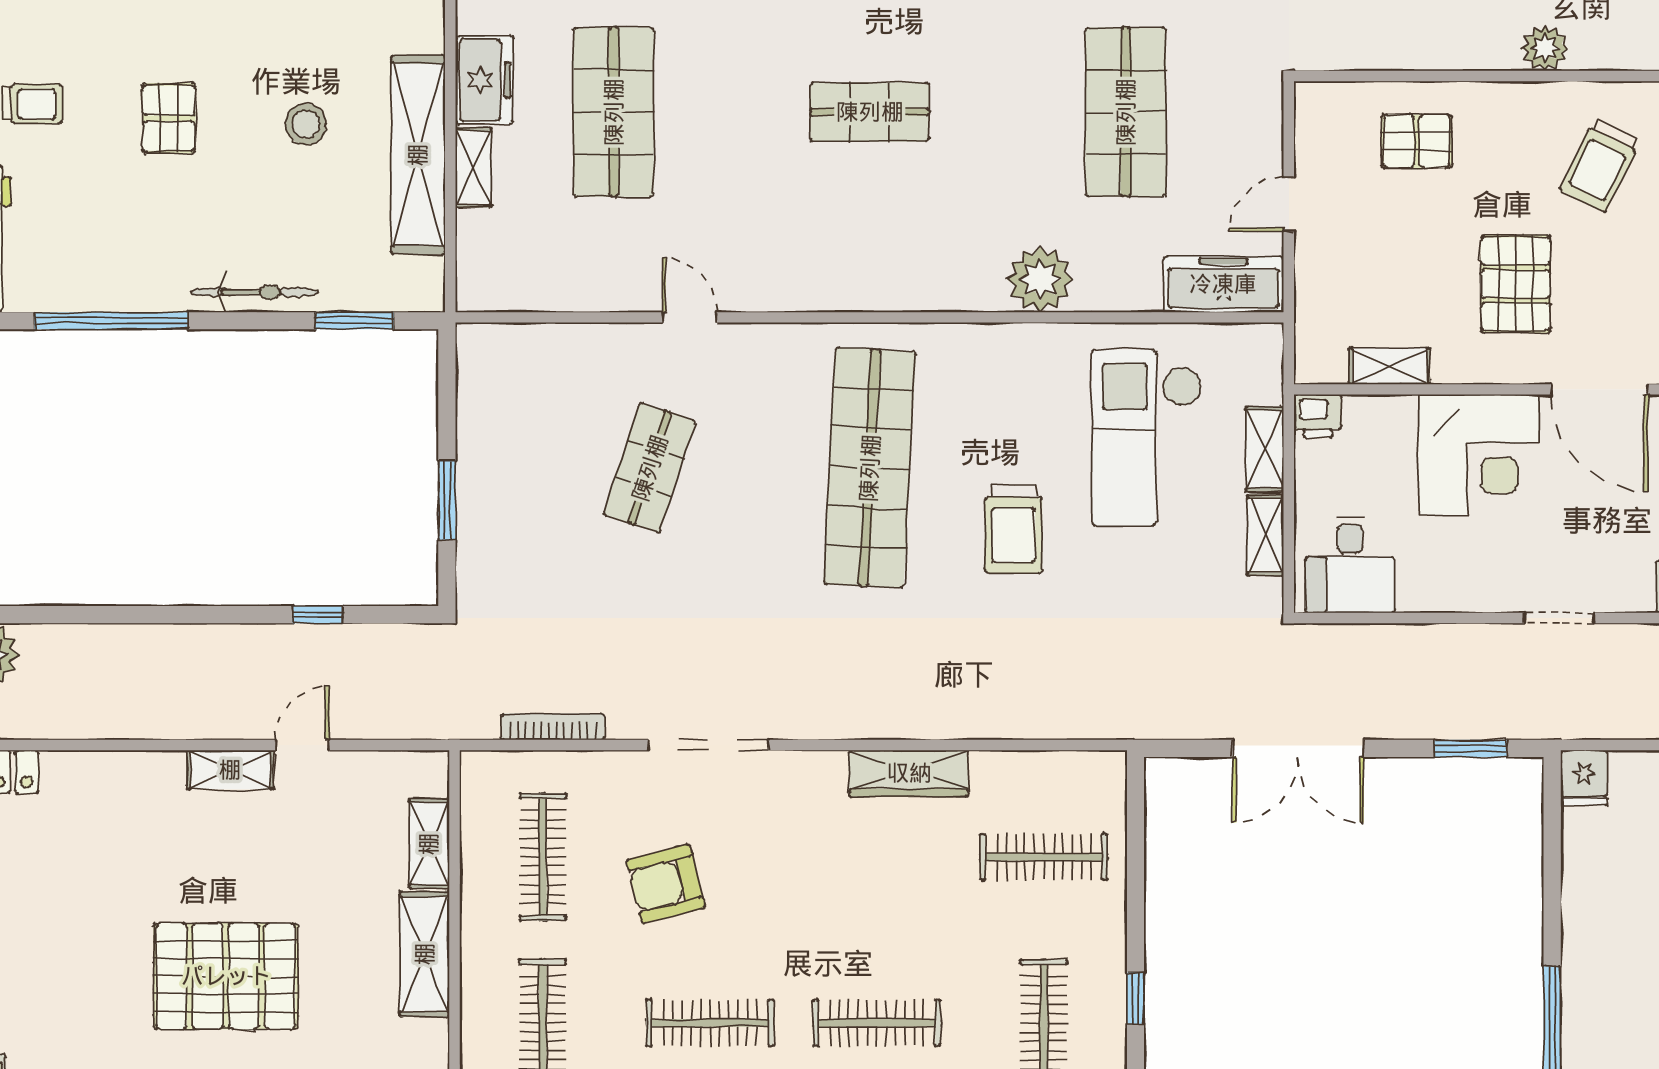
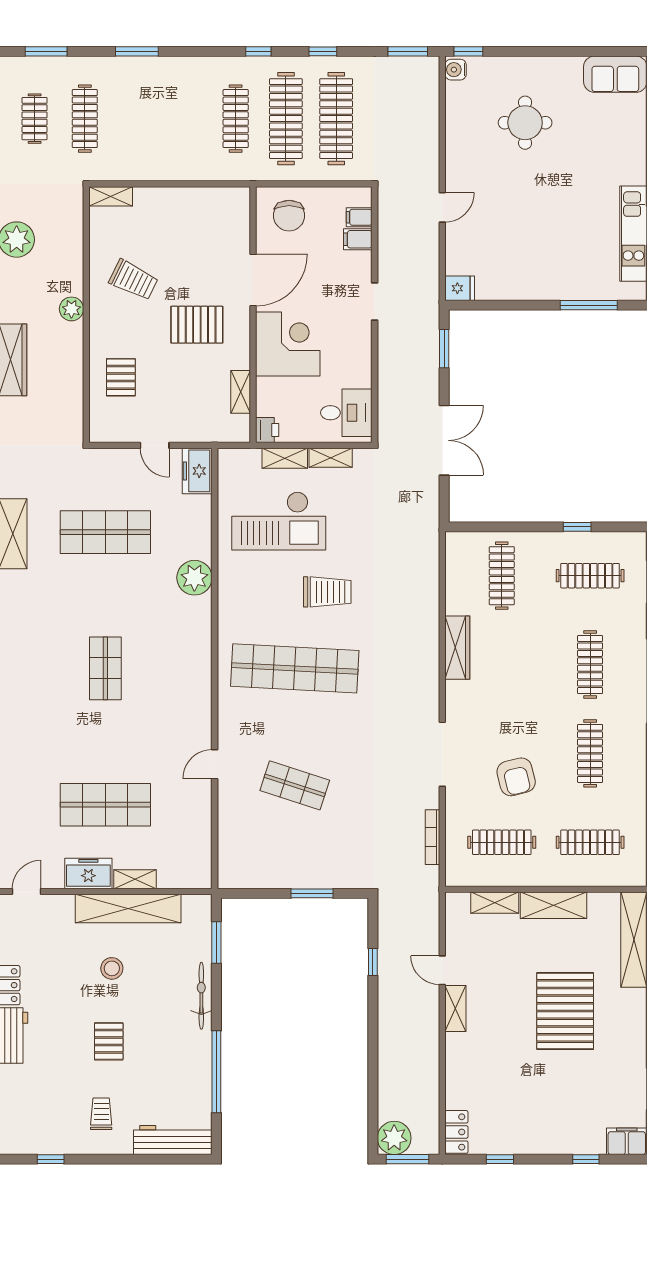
pallet: (169, 118) -> (109, 1041), turned 90
freezer: (1223, 284) -> (197, 471), width x0.71

